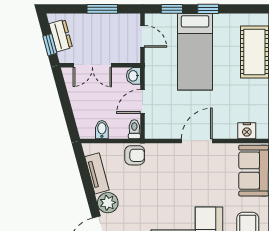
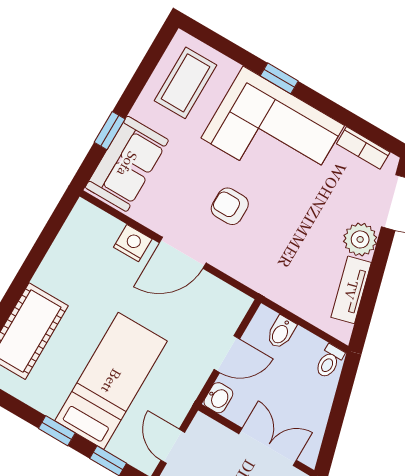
toilet: (134, 129) -> (329, 361), moved
bidet: (102, 130) -> (281, 332), moved
nightstand: (247, 131) -> (133, 243), moved
armchair: (135, 155) -> (230, 206), moved

